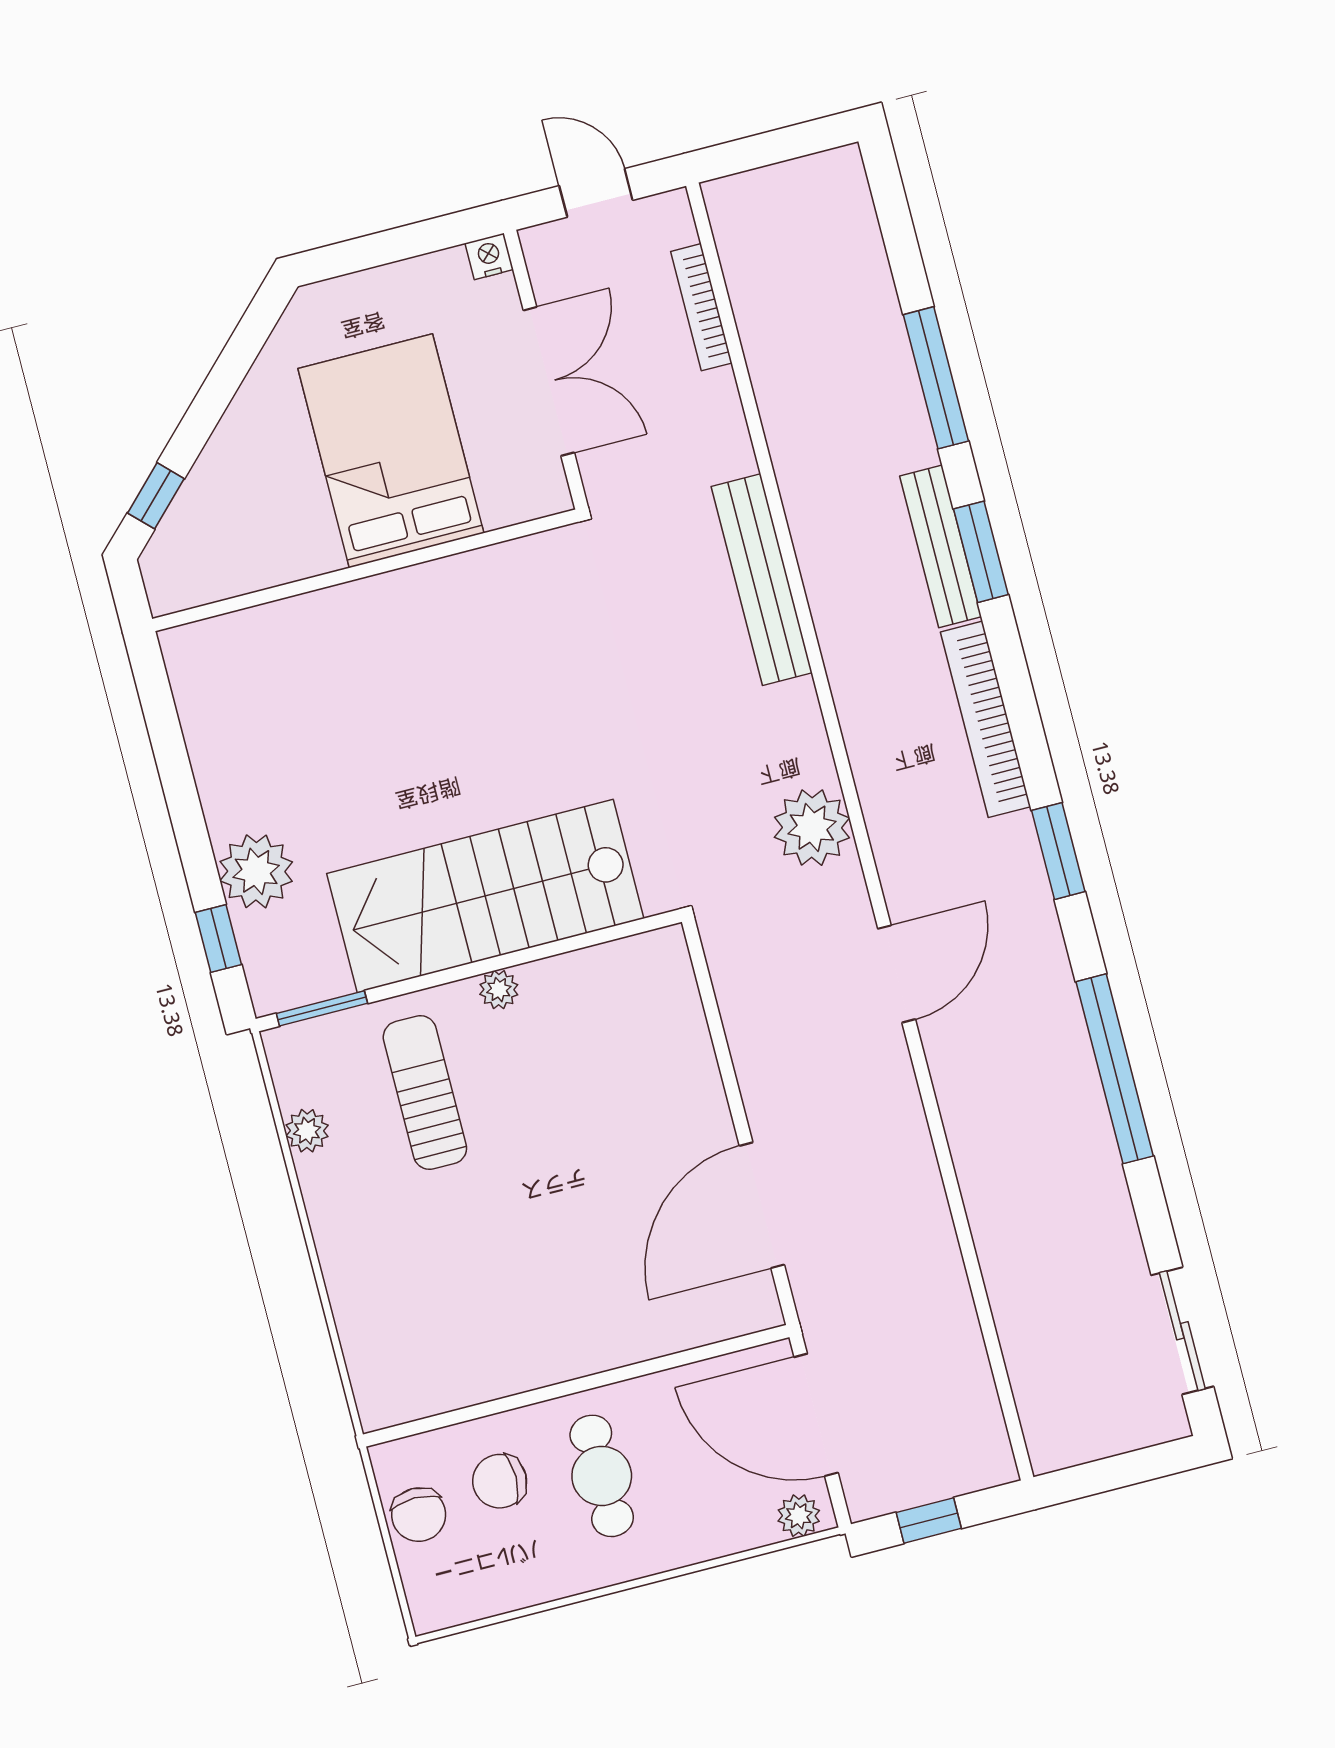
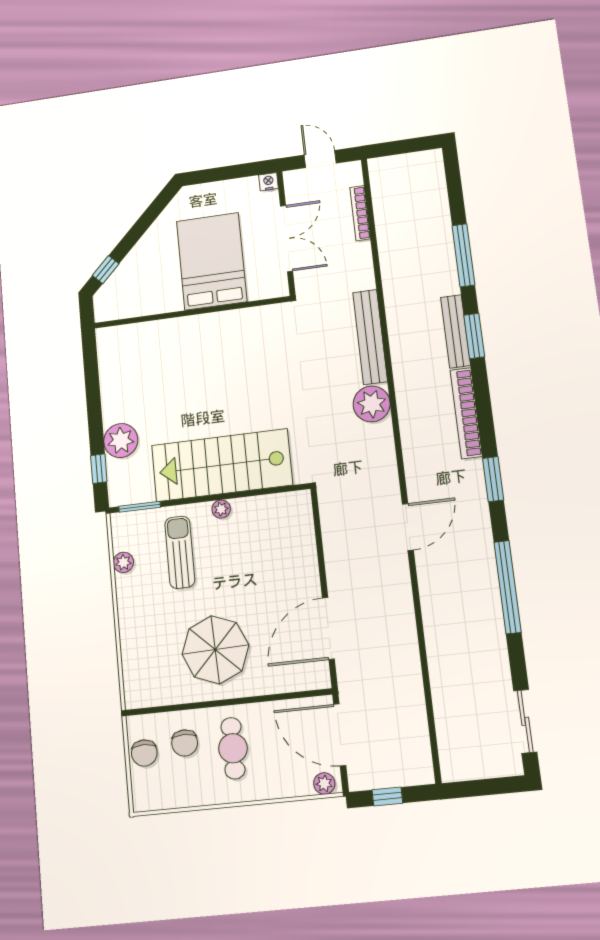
plant: (812, 828) -> (372, 404), moved
parasol: (533, 1283) -> (215, 650), added
chair: (500, 1481) -> (185, 743), turned -90

